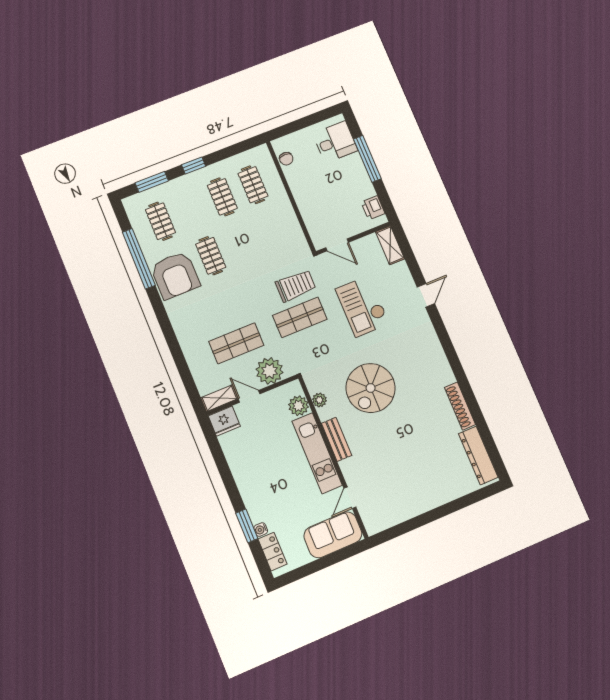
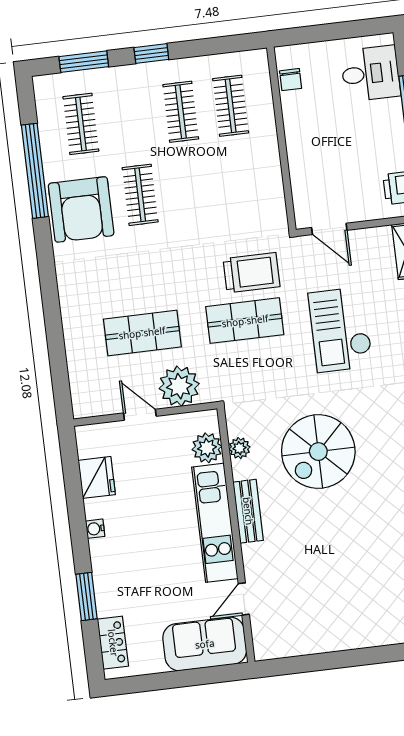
shelving: (219, 398) -> (97, 405), removed
fridge: (224, 421) -> (97, 477), moved, turned -90
water cooler: (261, 530) -> (95, 529), moved

